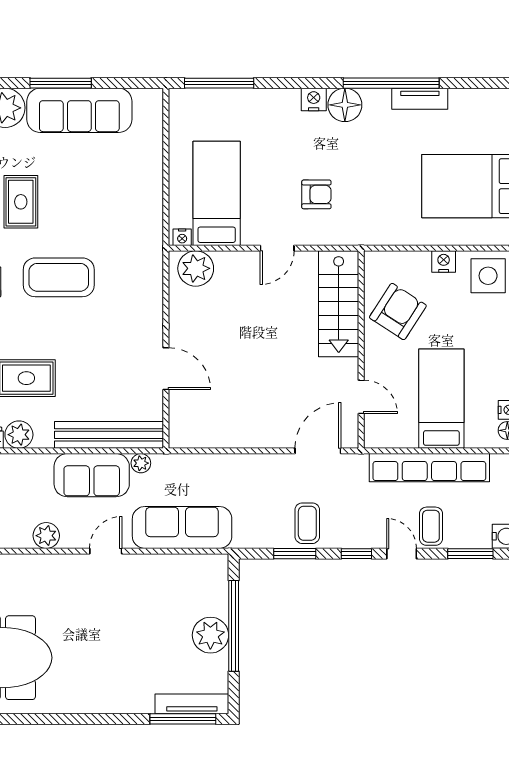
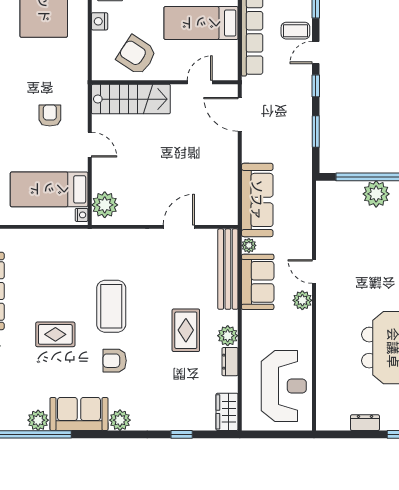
coffee table: (307, 523) -> (293, 122), removed
sofa: (182, 527) -> (257, 200), moved, turned 180
plant: (46, 536) -> (302, 300), moved

